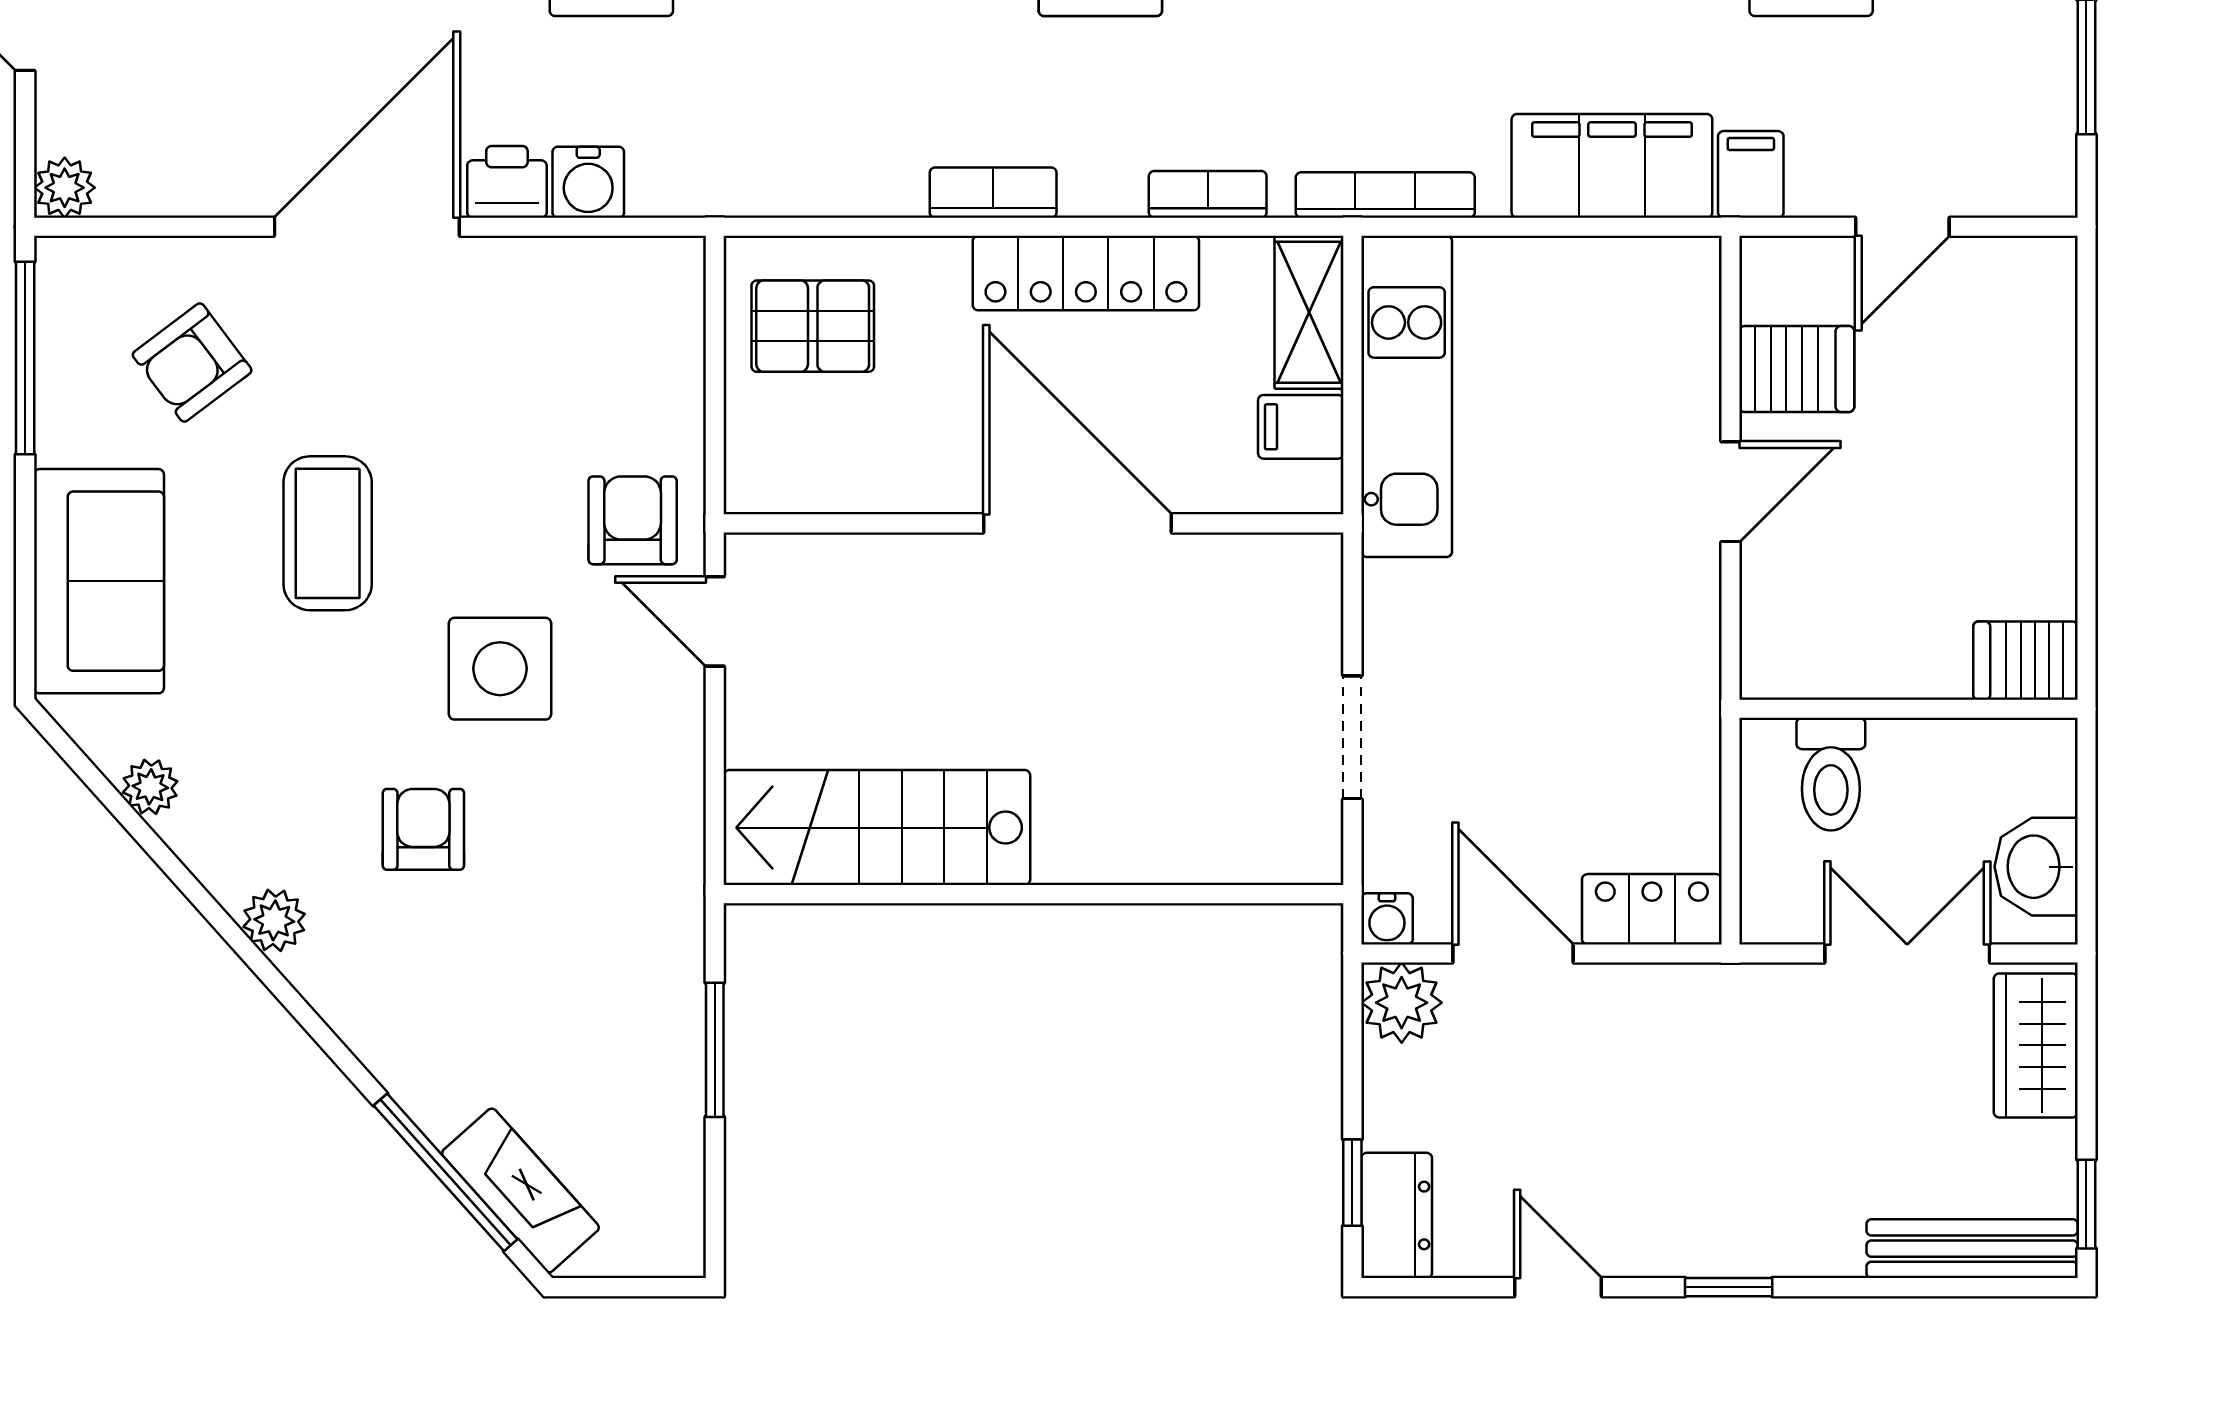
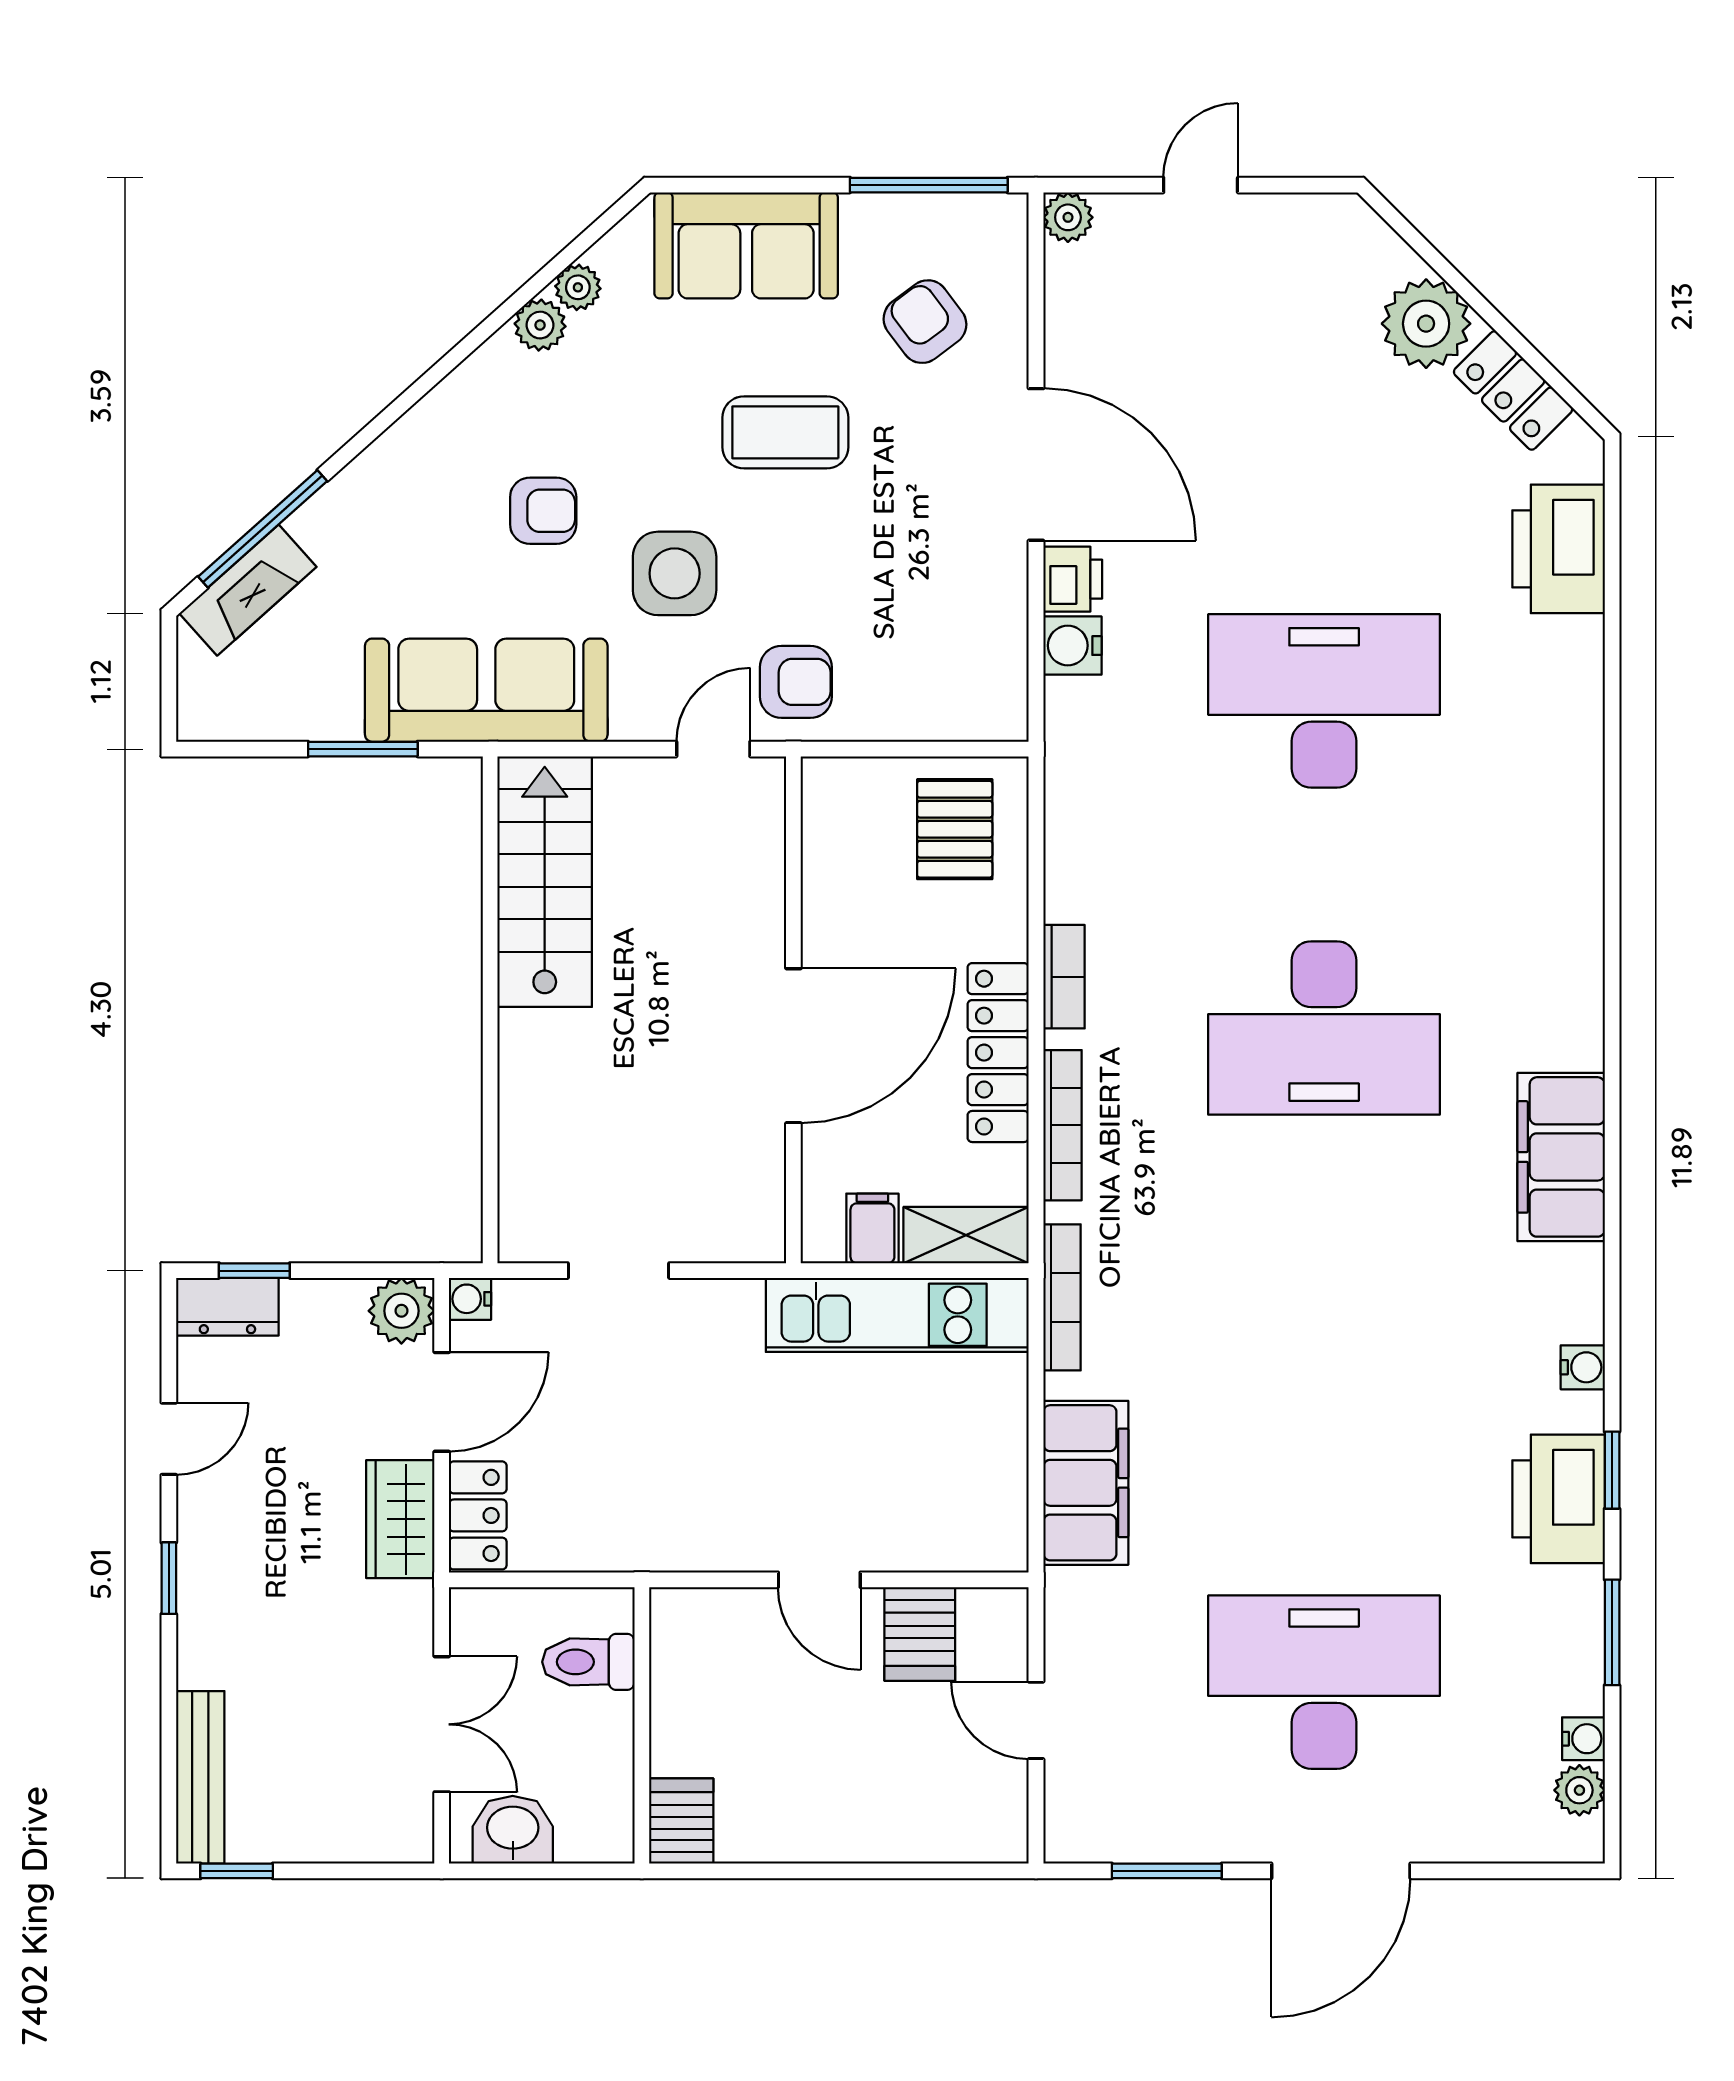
filing cabinet: (1751, 174) -> (1079, 1596), removed
bookcase: (1208, 194) -> (1062, 1125), width x1.56
sofa: (643, 899) -> (486, 690), added
plant: (274, 920) -> (540, 325), moved
wardrobe: (2036, 1045) -> (400, 1519), moved, turned -90

